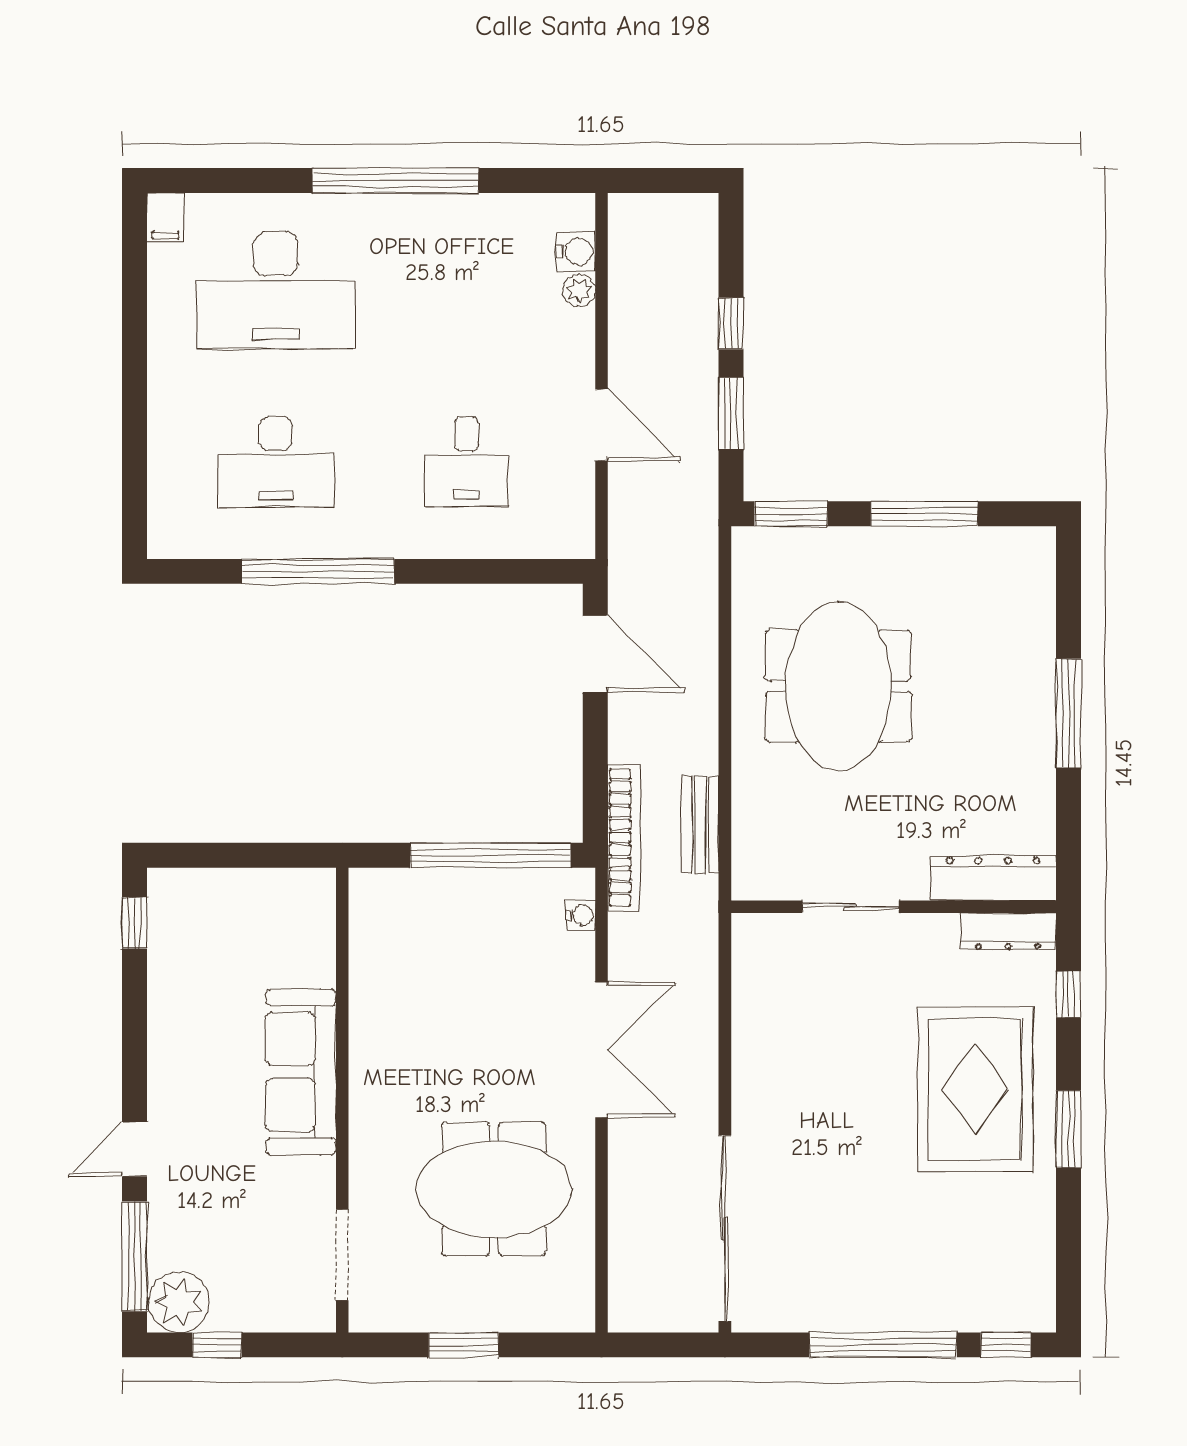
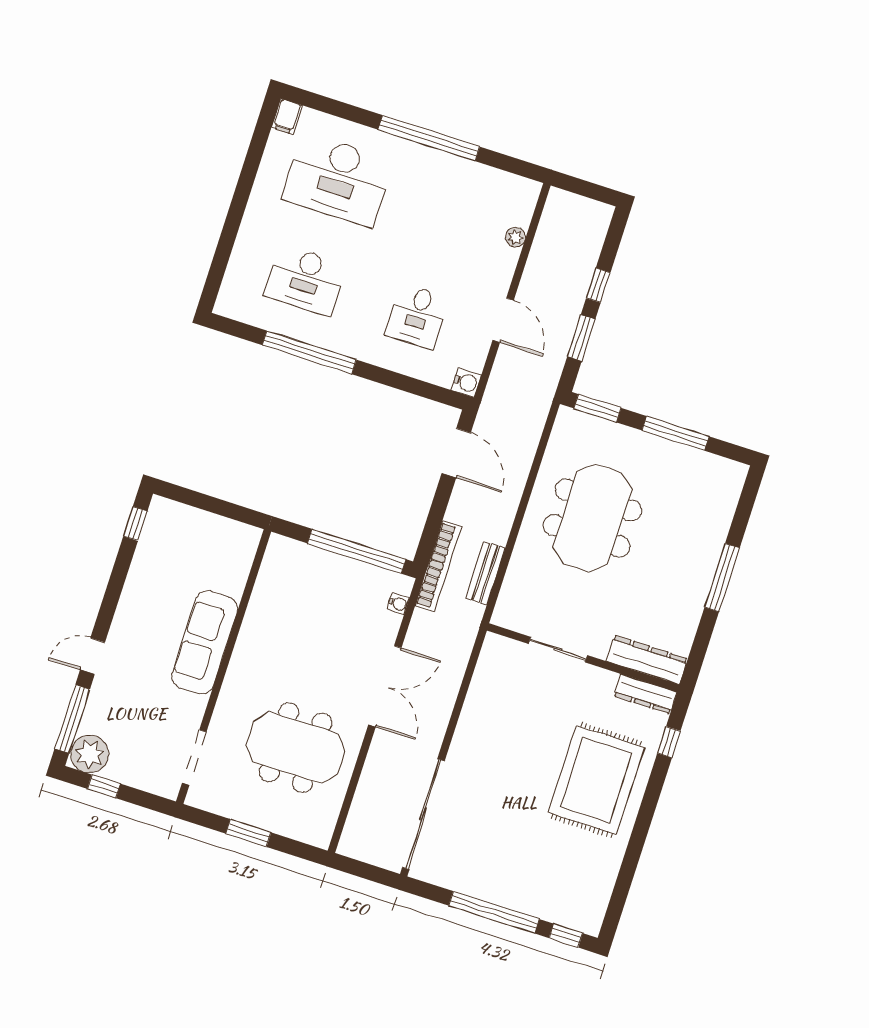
water cooler: (576, 251) -> (466, 382), moved
window: (1068, 1129) -> (643, 821), removed

